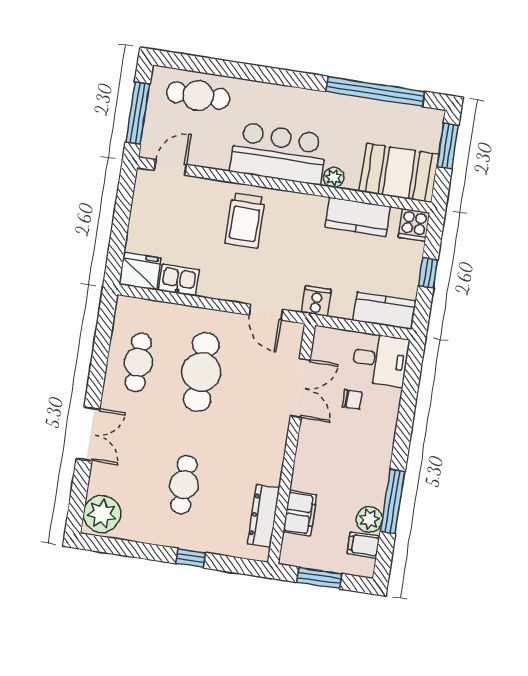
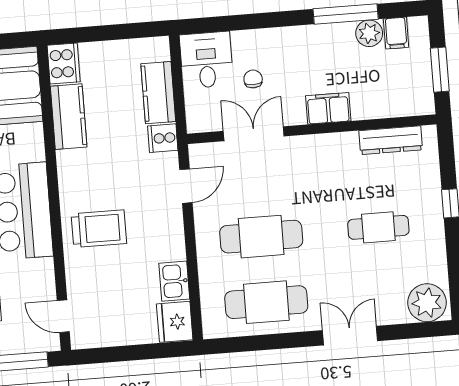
plant: (334, 177) -> (35, 150), removed
cooker: (414, 225) -> (64, 64), width x1.36
window: (428, 273) -> (108, 33), removed
kitchen counter: (384, 311) -> (158, 93), moved
cafe table: (138, 362) -> (266, 302), width x1.37, depth x1.35
filing cabinet: (300, 513) -> (328, 108), moved

